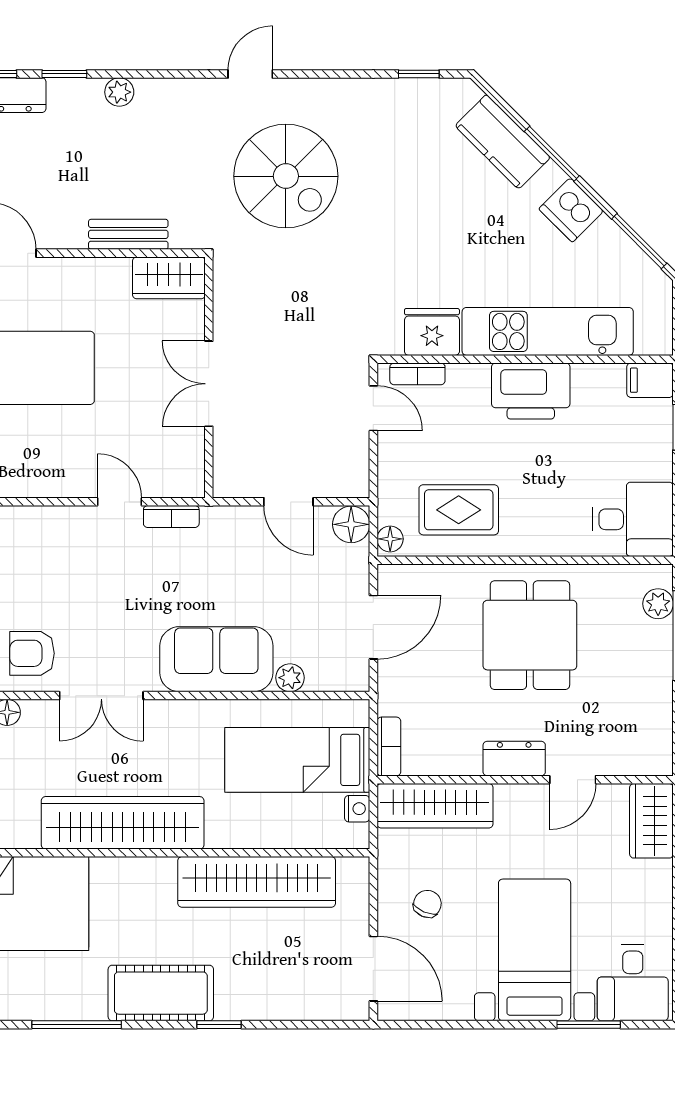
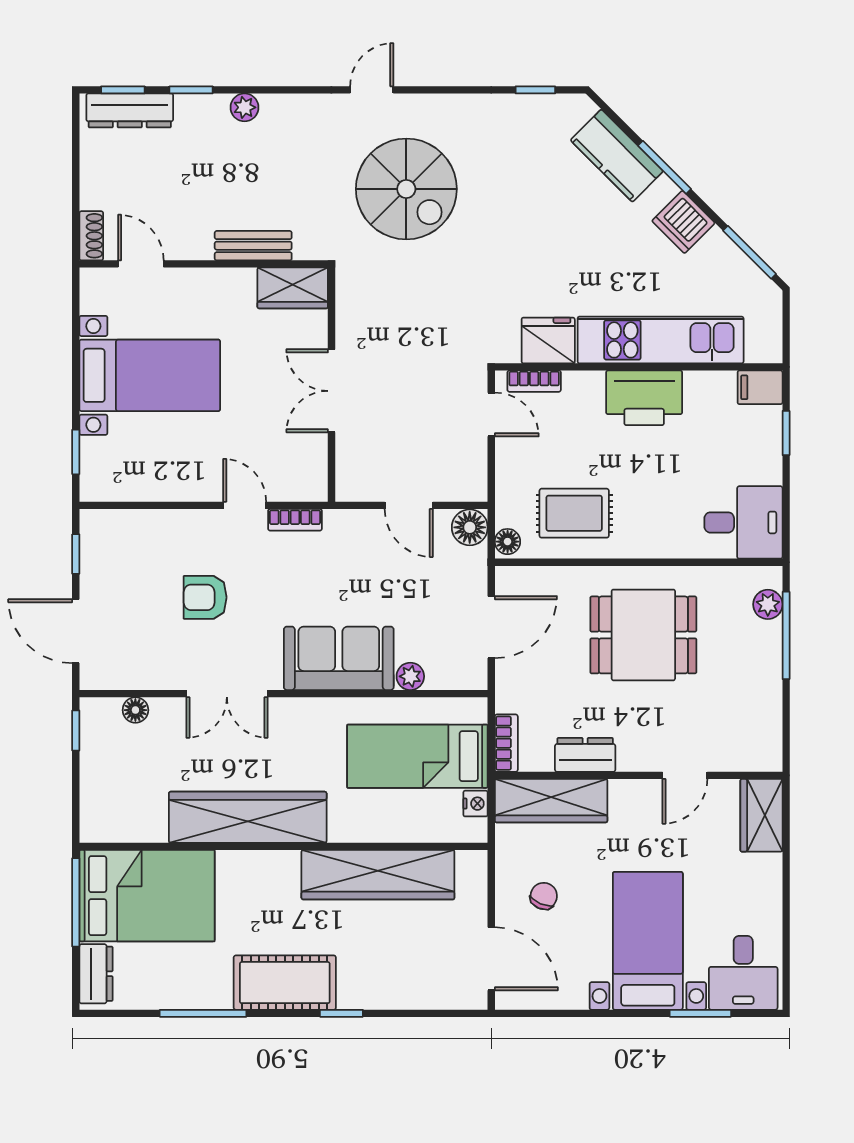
dining table: (530, 635) -> (643, 635), turned 90
armchair: (32, 653) -> (205, 597), moved
dresser: (514, 759) -> (585, 755), moved

